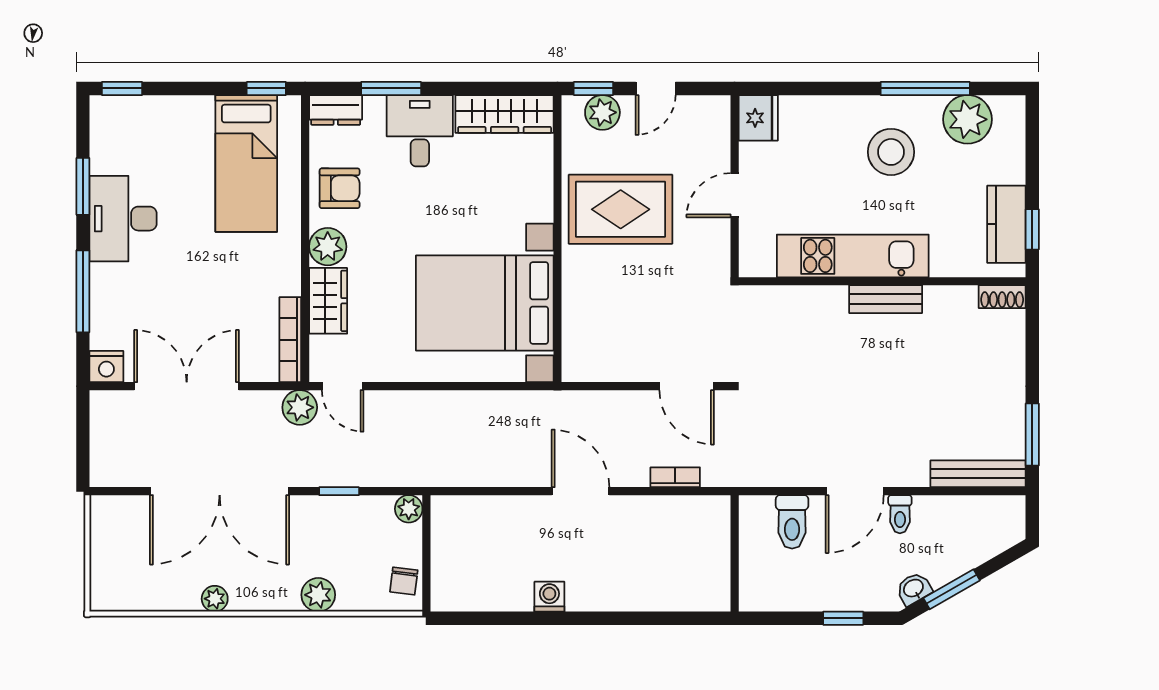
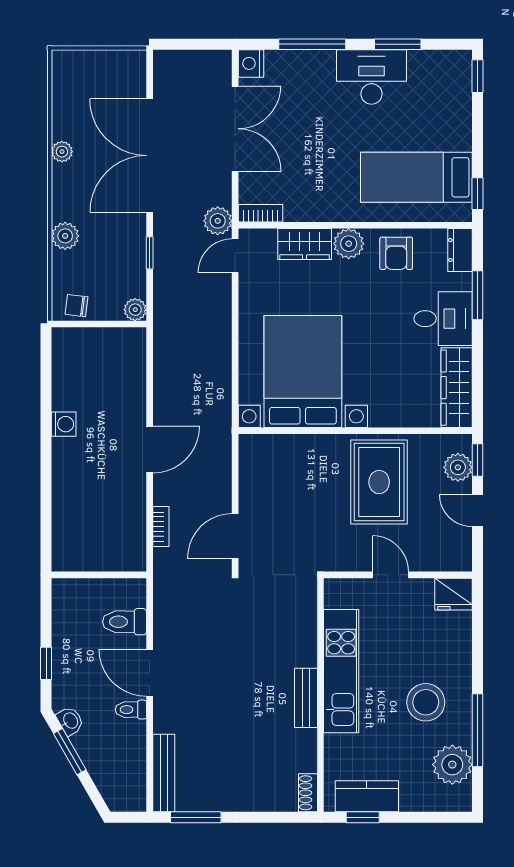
bookcase: (290, 340) -> (260, 213), width x0.64

